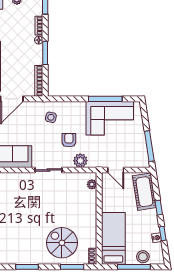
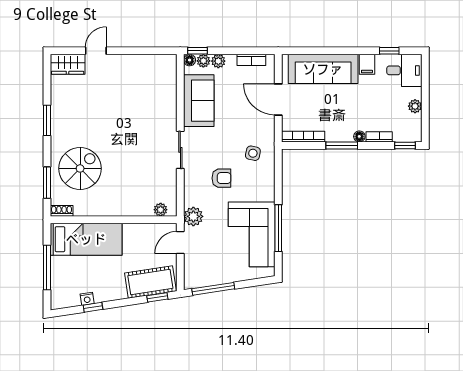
plant: (80, 161) -> (193, 216), moved
window: (159, 208) -> (157, 297), moved
stool: (143, 257) -> (61, 280), removed

